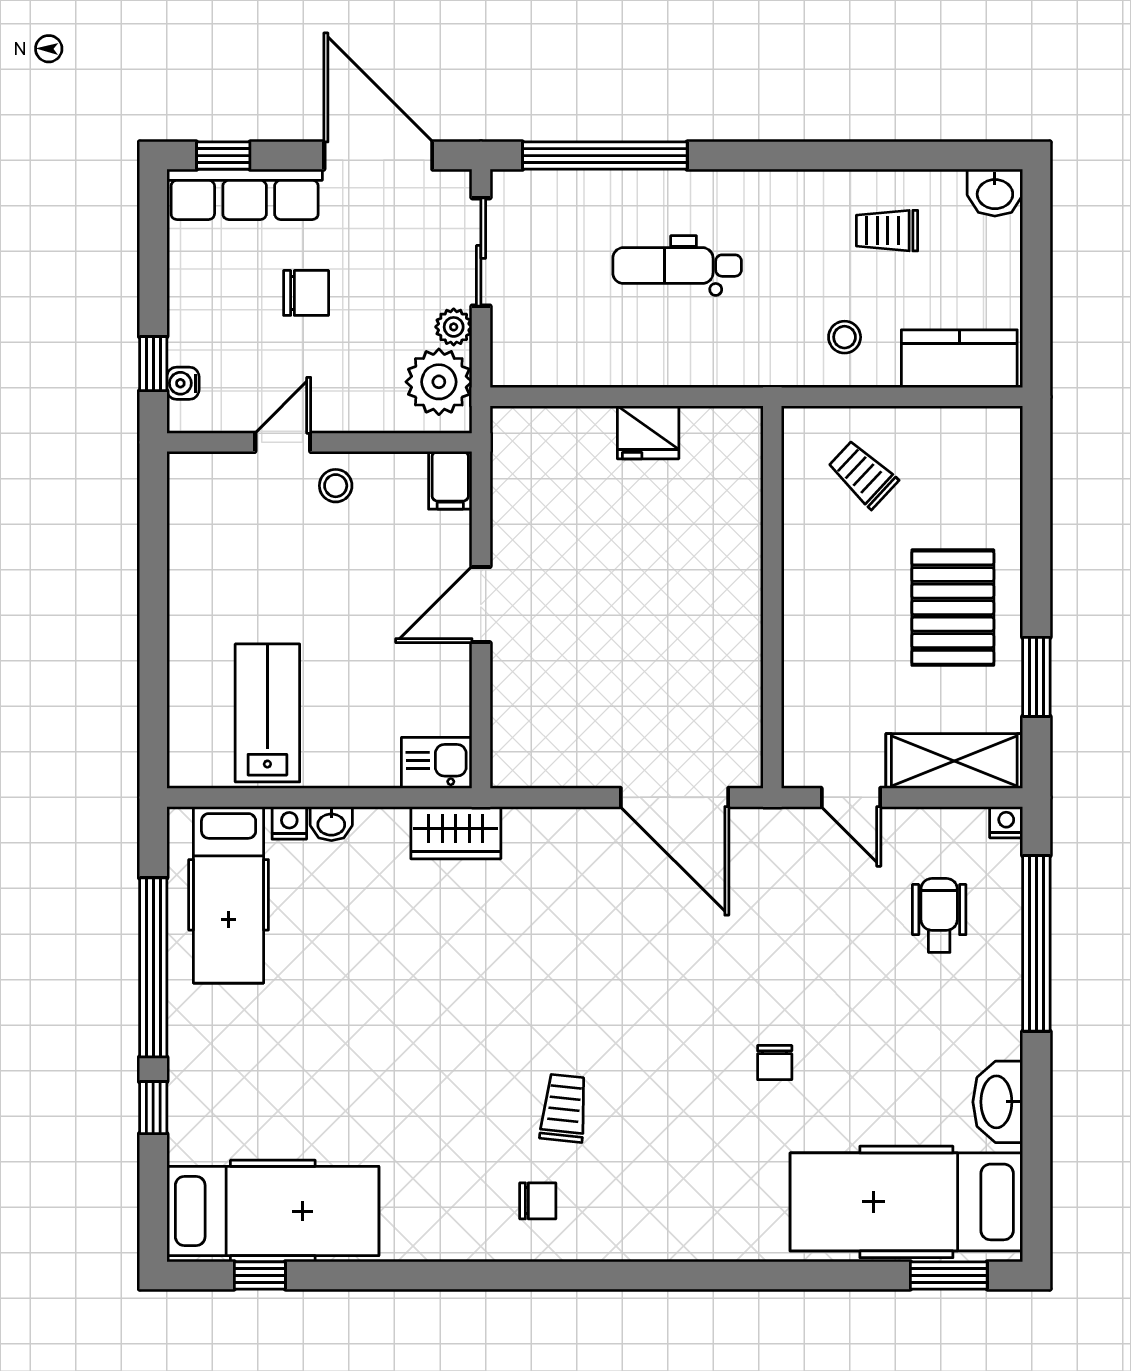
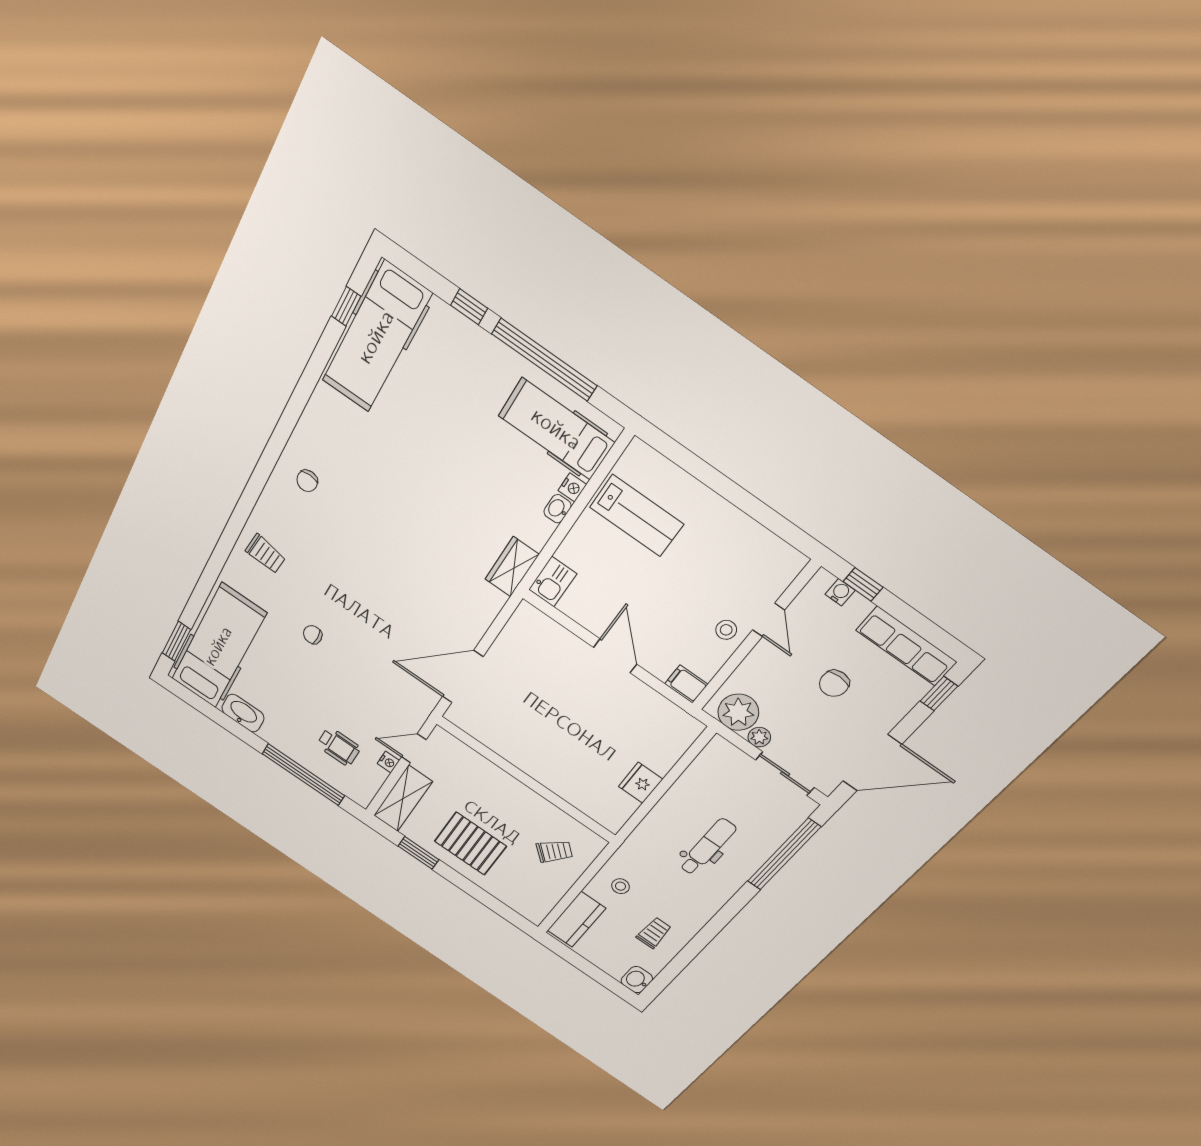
row of seats: (245, 194) -> (906, 646), moved, turned -90
nightstand: (1006, 822) -> (388, 762), moved
trolley: (564, 1108) -> (265, 554), moved

